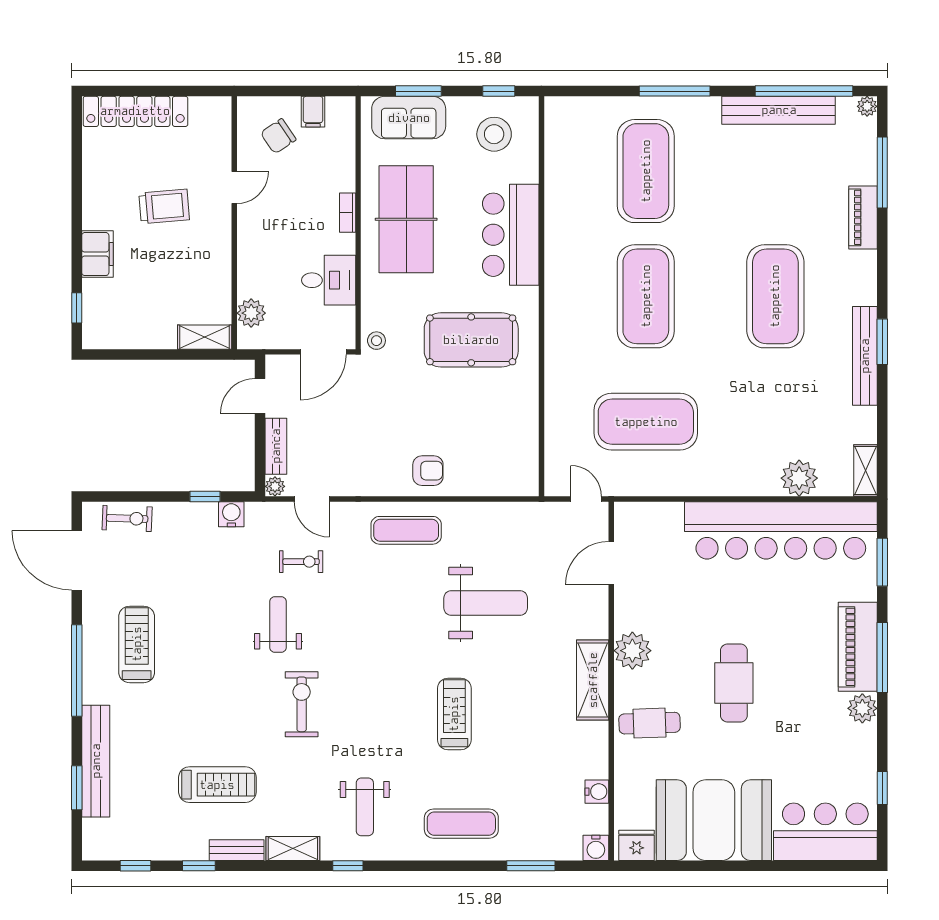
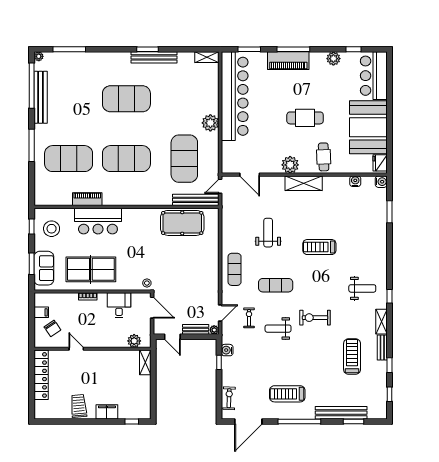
locker: (135, 111) -> (41, 375), moved
trolley: (164, 206) -> (79, 406), moved
piano: (863, 217) -> (87, 199), moved, turned 180
pool table: (471, 340) -> (182, 223), moved, turned 90
bench: (557, 446) -> (196, 200), added
armchair: (428, 471) -> (207, 259), removed
plant: (799, 478) -> (210, 123), moved
weight bench: (486, 603) -> (268, 233), width x0.73, depth x0.75
plant: (862, 708) -> (333, 59), moved
exercise mat: (461, 824) -> (276, 285), moved, turned 90

